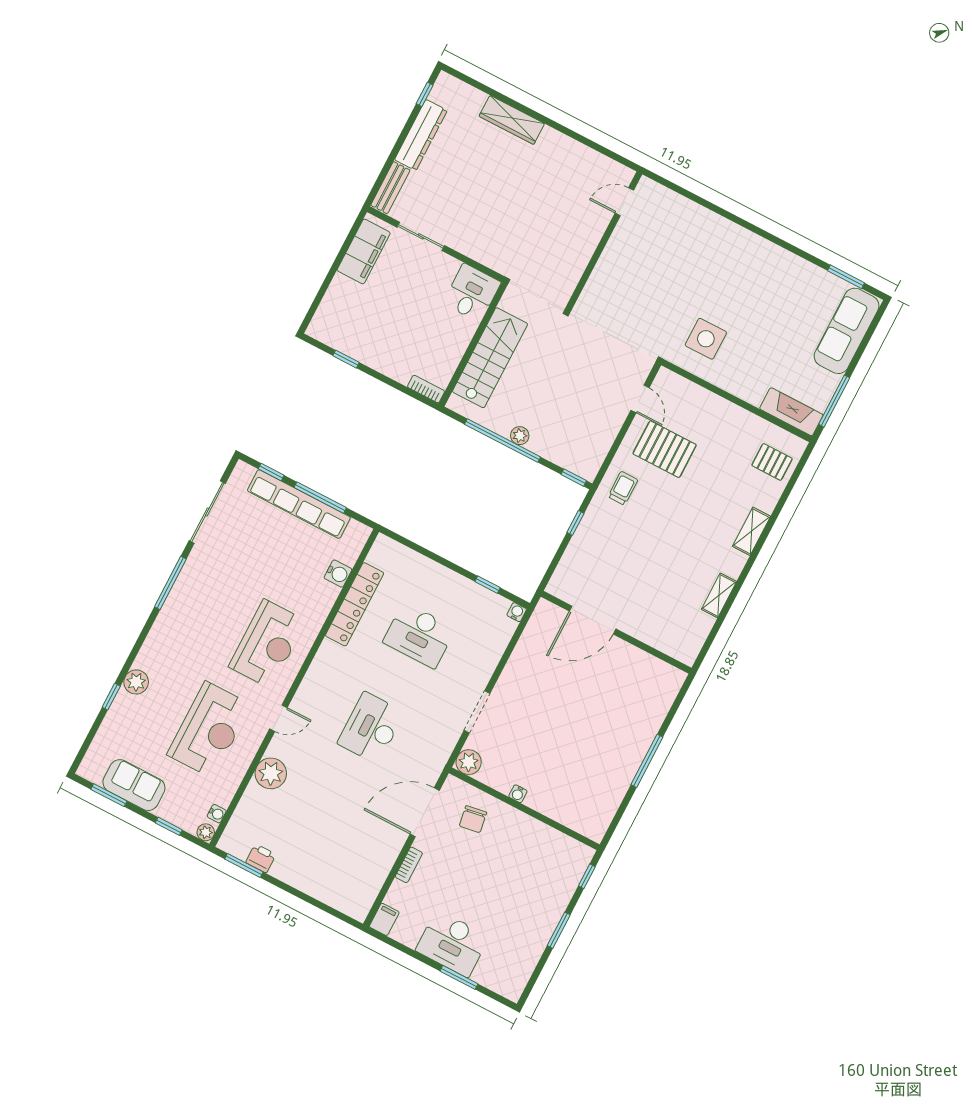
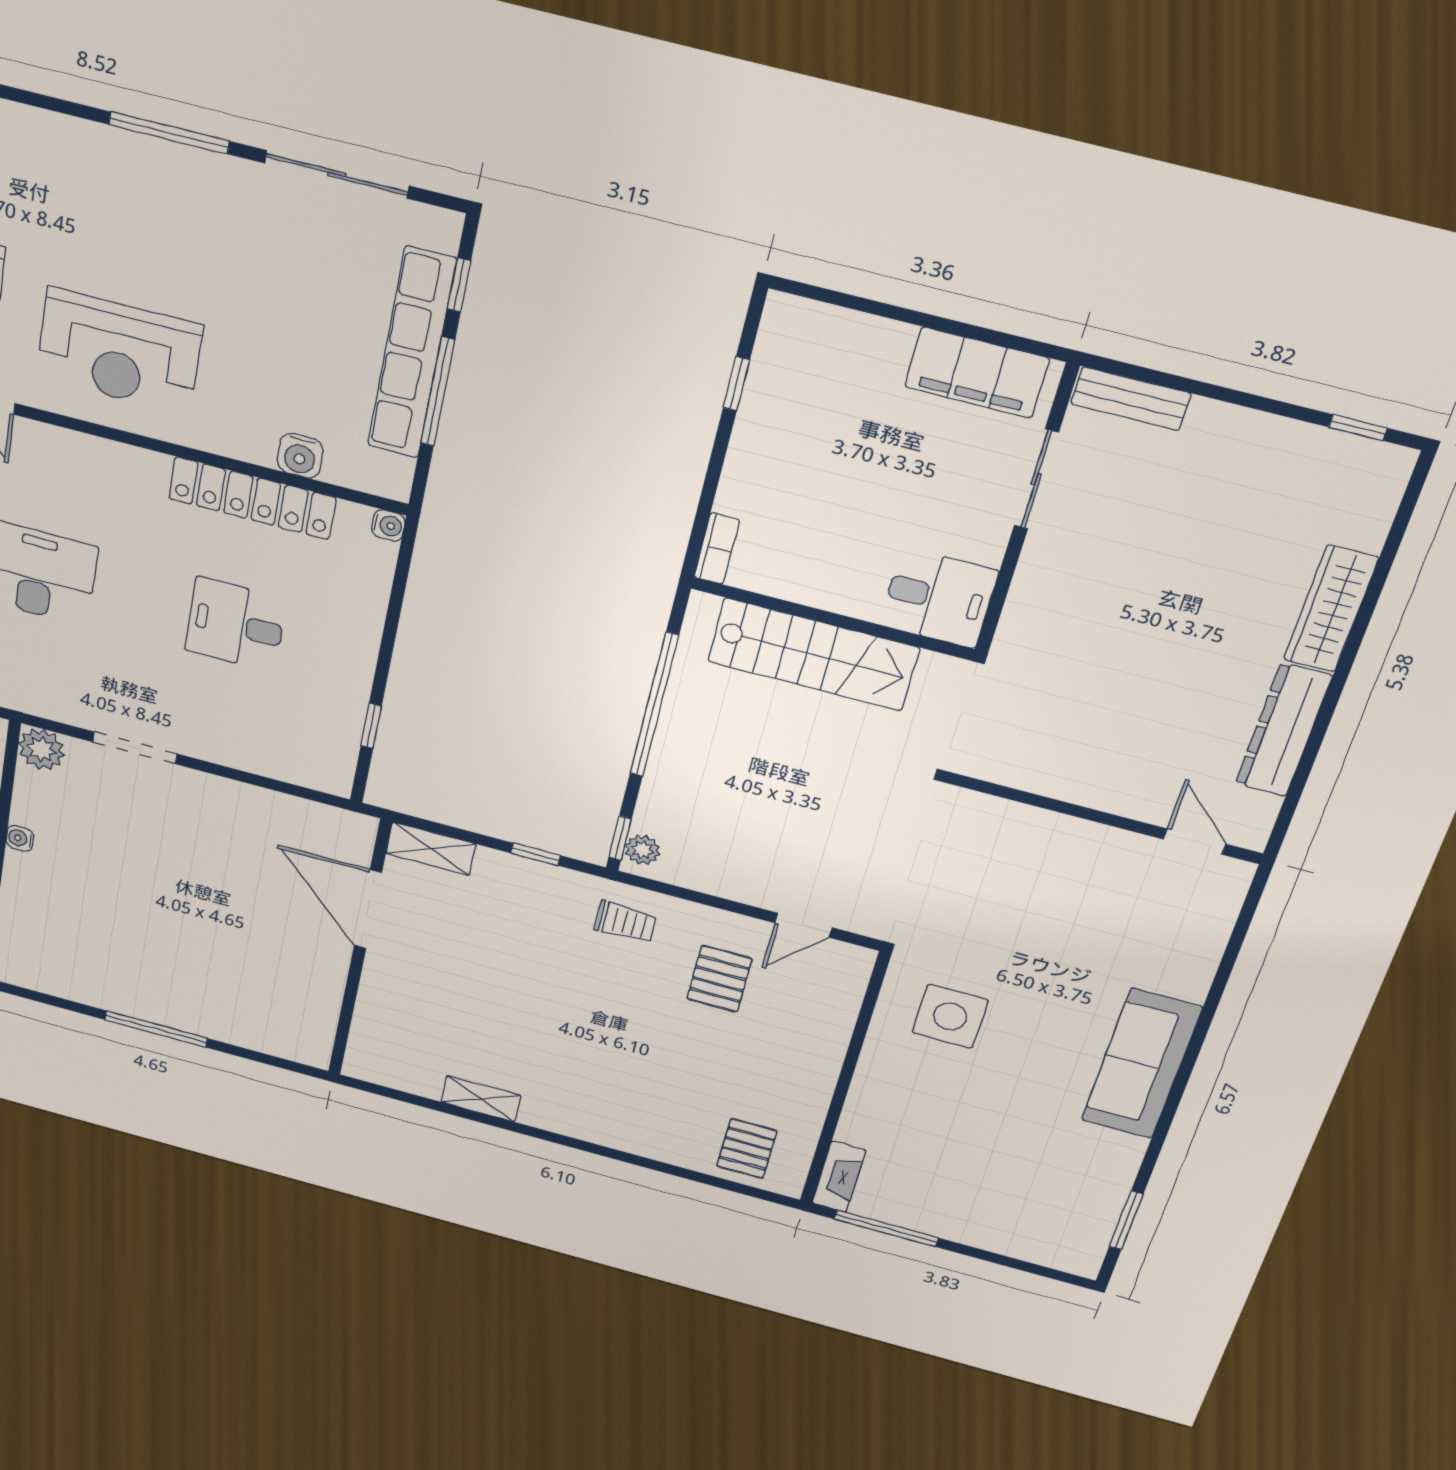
dresser: (421, 135) -> (1283, 730), moved, turned 90
sofa: (847, 331) -> (1141, 1064), moved, turned -90
fireplace: (791, 412) -> (839, 1177), width x0.73, depth x0.76
plant: (520, 436) -> (642, 850), moved
pallet: (665, 449) -> (719, 979), width x0.67, depth x0.71
shelving: (751, 531) -> (431, 849), moved
water cooler: (517, 612) -> (388, 525), moved
desk: (419, 635) -> (236, 625), width x0.73

